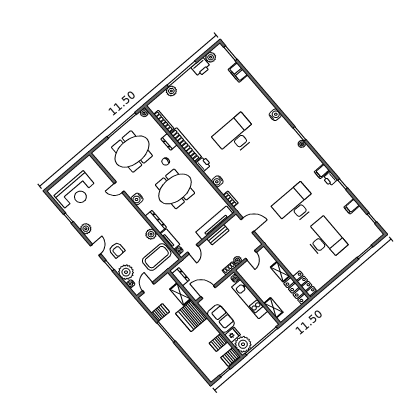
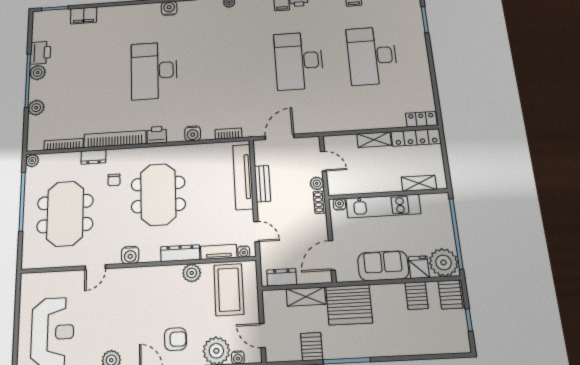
plant: (211, 57) -> (38, 73), moved
desk: (325, 239) -> (372, 56), turned -90
locker: (305, 283) -> (421, 119), width x0.66

